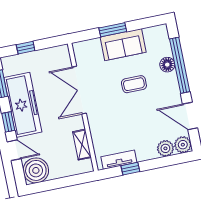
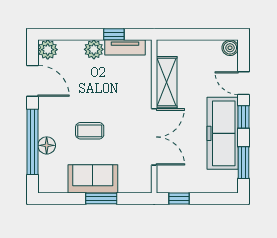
window: (26, 48) -> (179, 199), moved
shelving: (82, 145) -> (167, 82), width x1.50, depth x1.33
plant: (165, 148) -> (94, 49), moved
boiler: (36, 170) -> (230, 48), width x0.54, depth x0.54

